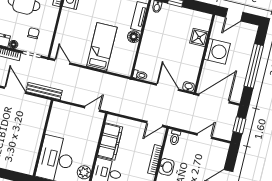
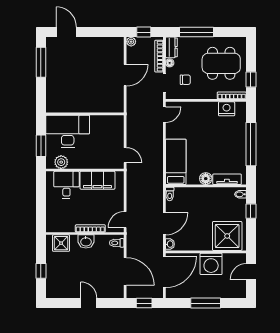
door: (234, 15) -> (251, 272), hinge flipped
shower: (199, 37) -> (227, 236), width x1.86, depth x1.86
bed: (102, 47) -> (176, 162), moved, turned -90
window: (254, 66) -> (206, 303), width x0.68
bench: (44, 91) -> (131, 104), removed
door: (214, 98) -> (164, 272), hinge flipped
door: (155, 124) -> (125, 220), hinge flipped
door: (204, 136) -> (125, 271), width x1.88

